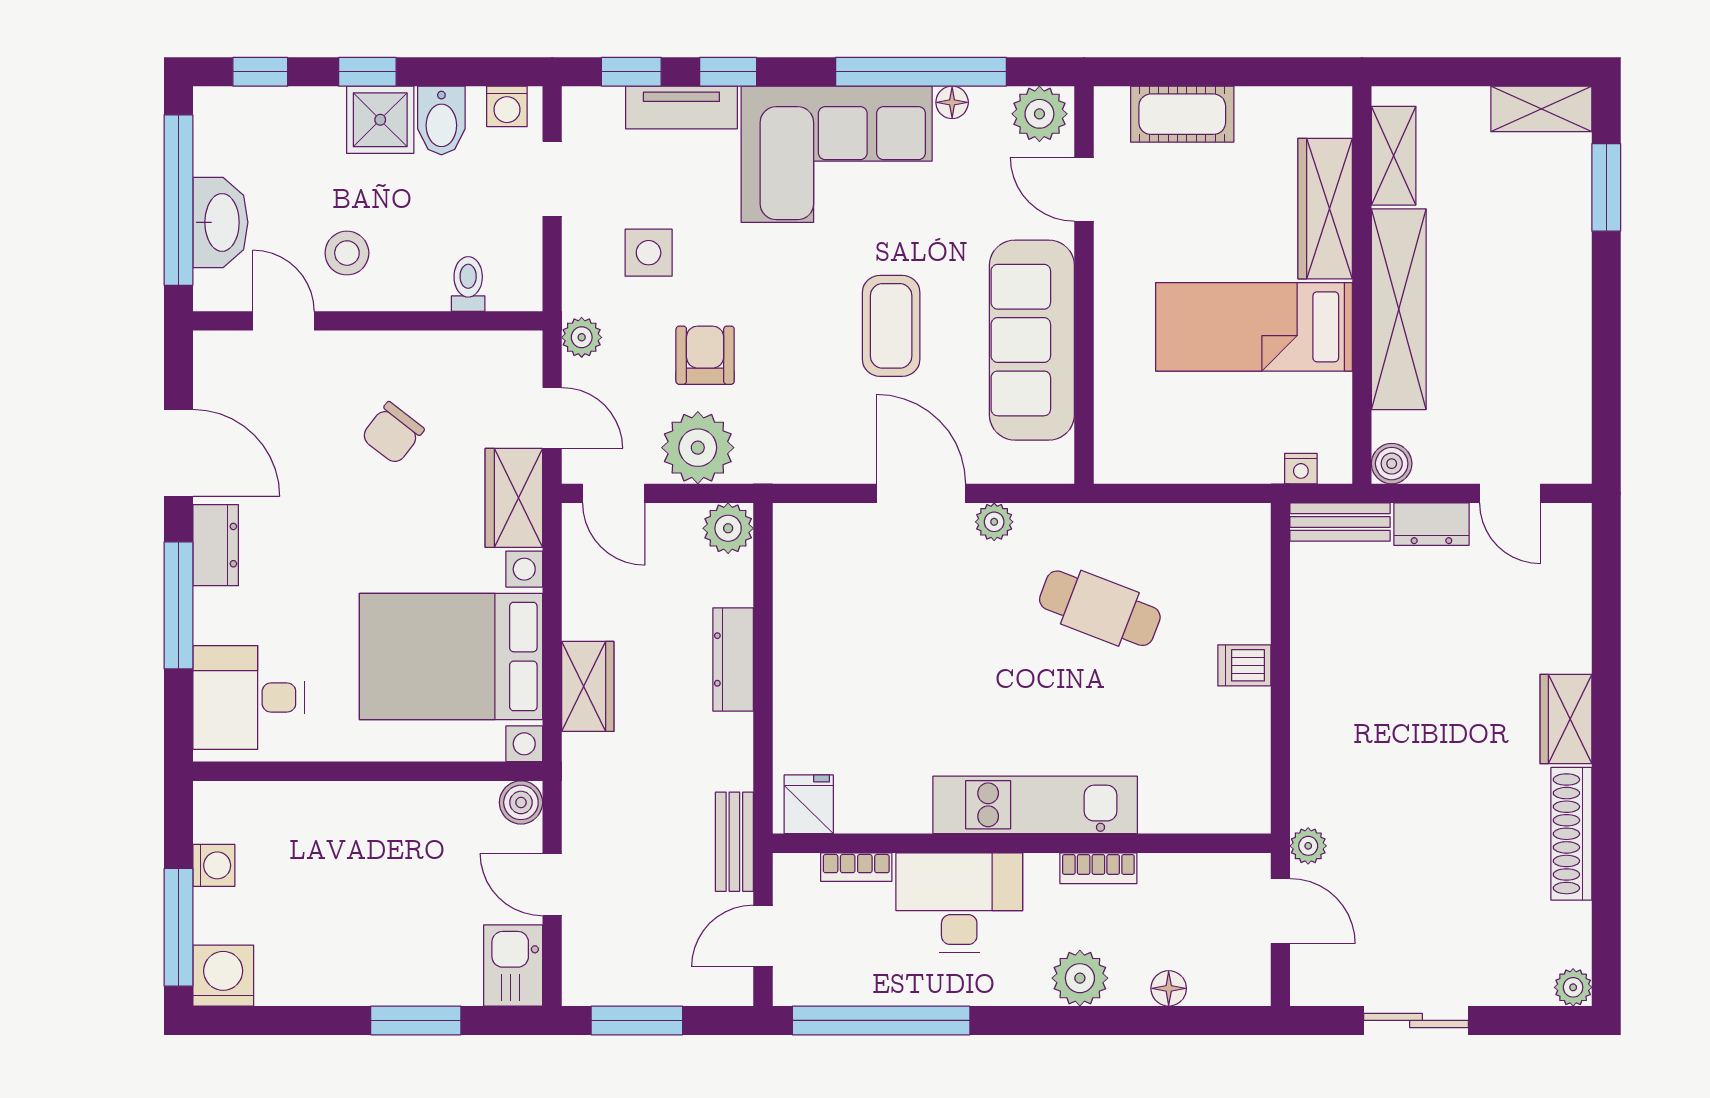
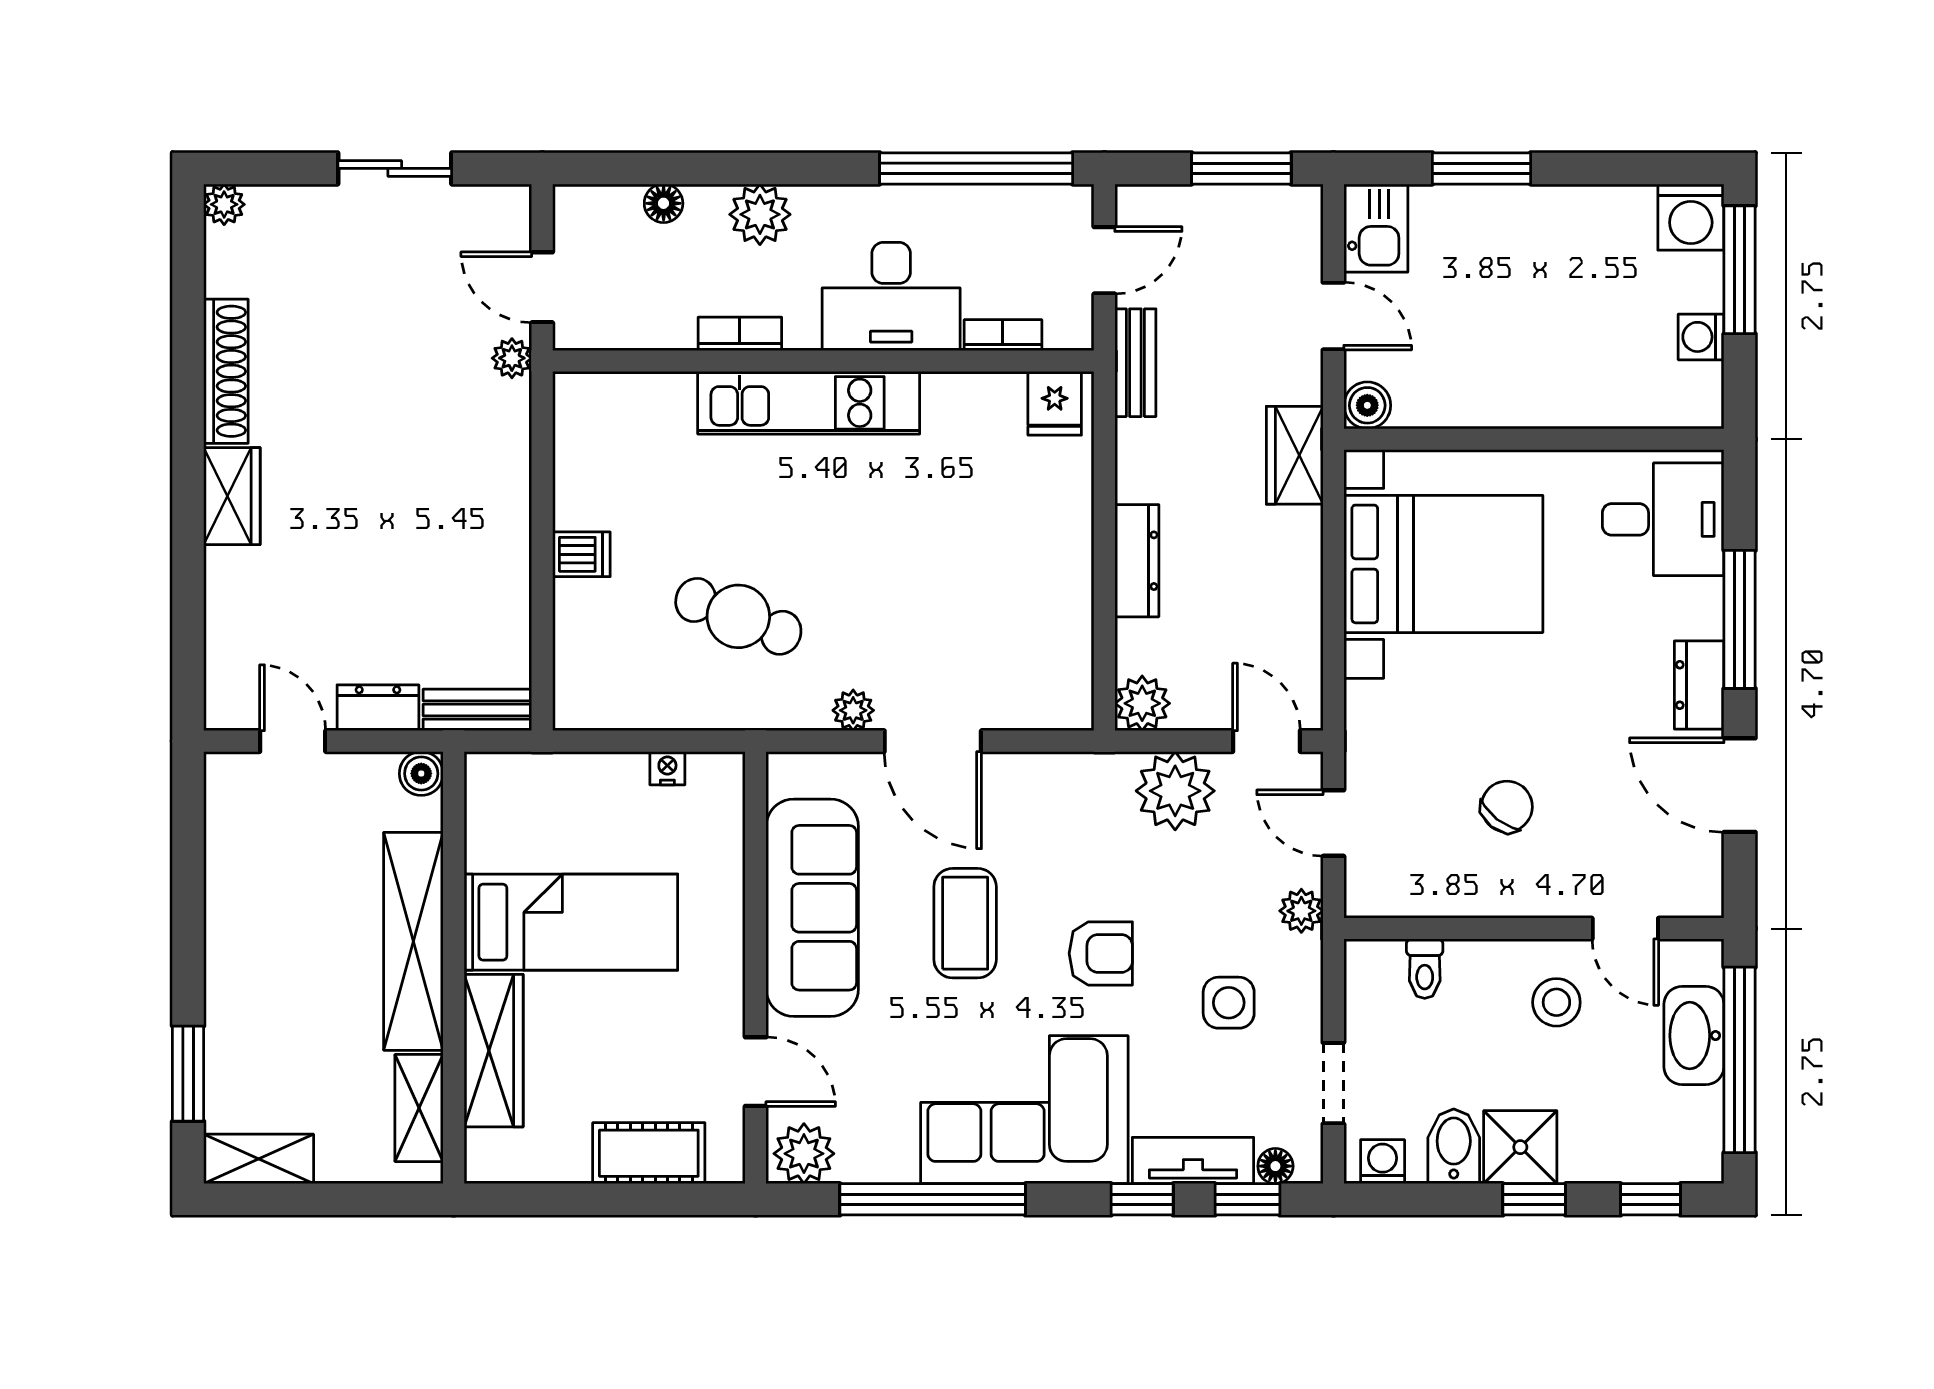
floor lamp: (952, 102) -> (1275, 1166), moved
armchair: (705, 355) -> (1101, 953), moved, turned -90
nightstand: (1301, 469) -> (667, 768), moved
wardrobe: (514, 498) -> (1375, 736), removed
wardrobe: (588, 686) -> (1295, 455), moved

